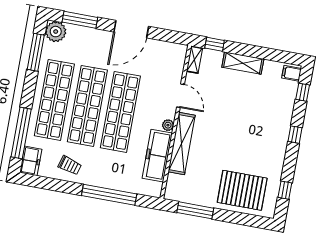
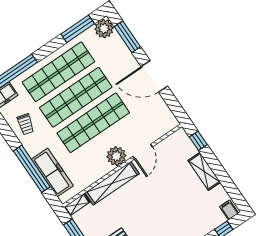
shelving: (194, 60) -> (77, 205), moved
plant: (168, 125) -> (116, 156), width x1.88, depth x1.88
freezer: (157, 156) -> (52, 173), moved, turned 90

